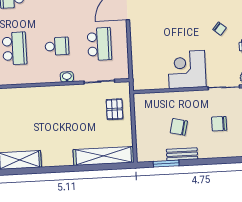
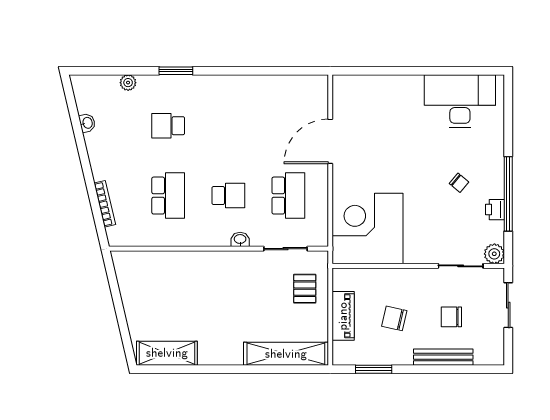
corner desk: (187, 69) -> (368, 229), moved, width x1.36, depth x1.36
piano: (143, 127) -> (343, 316), added
bench: (182, 154) -> (443, 357), moved, width x1.36

